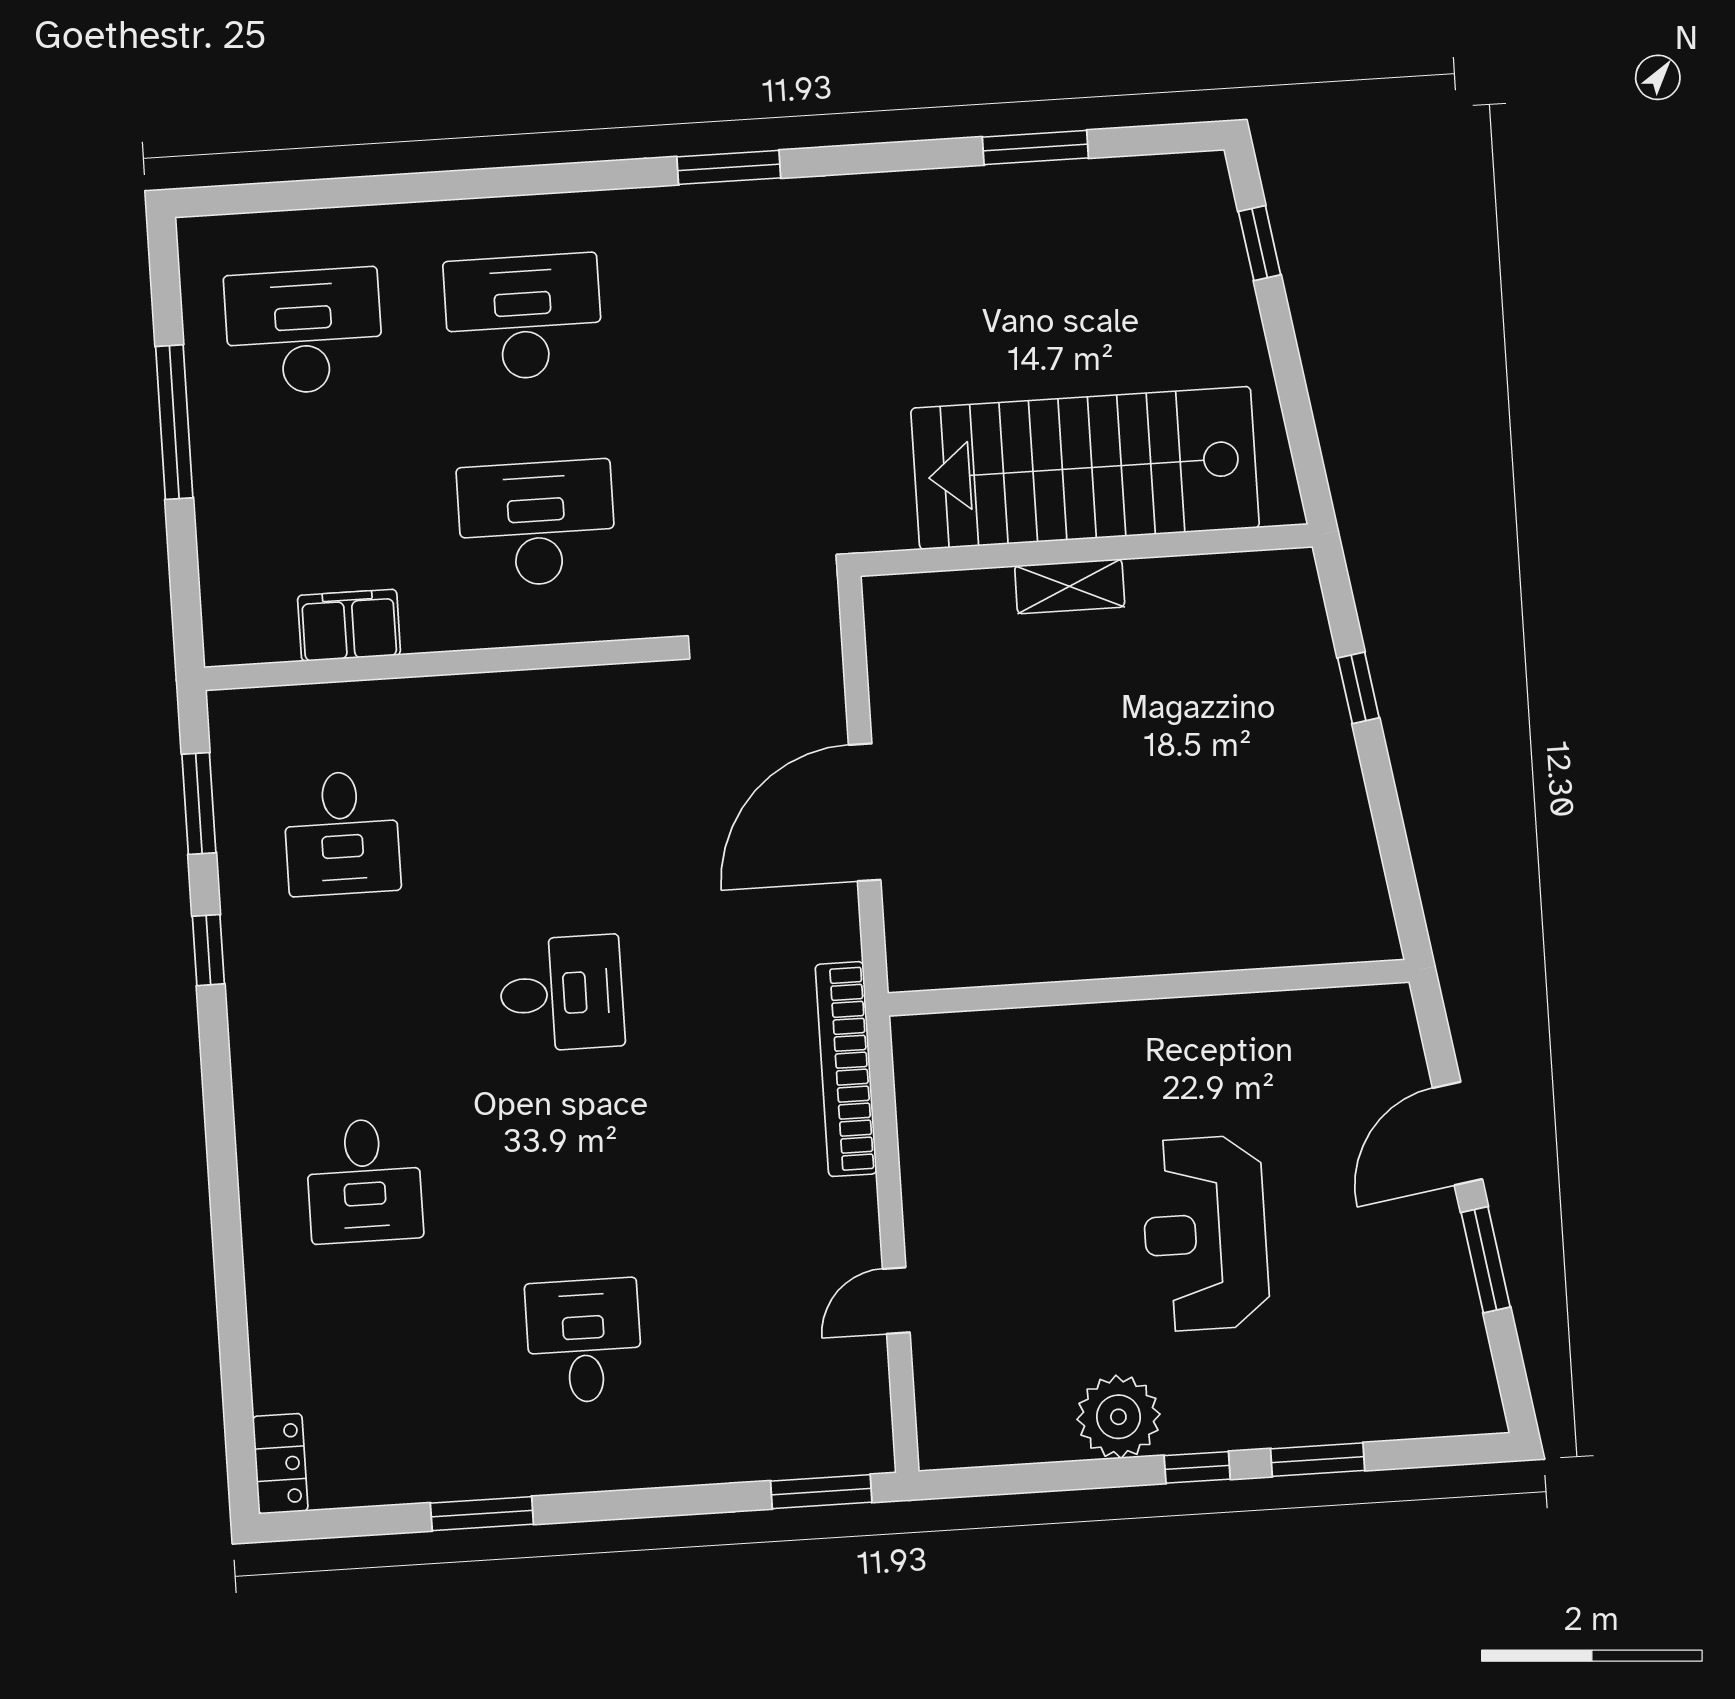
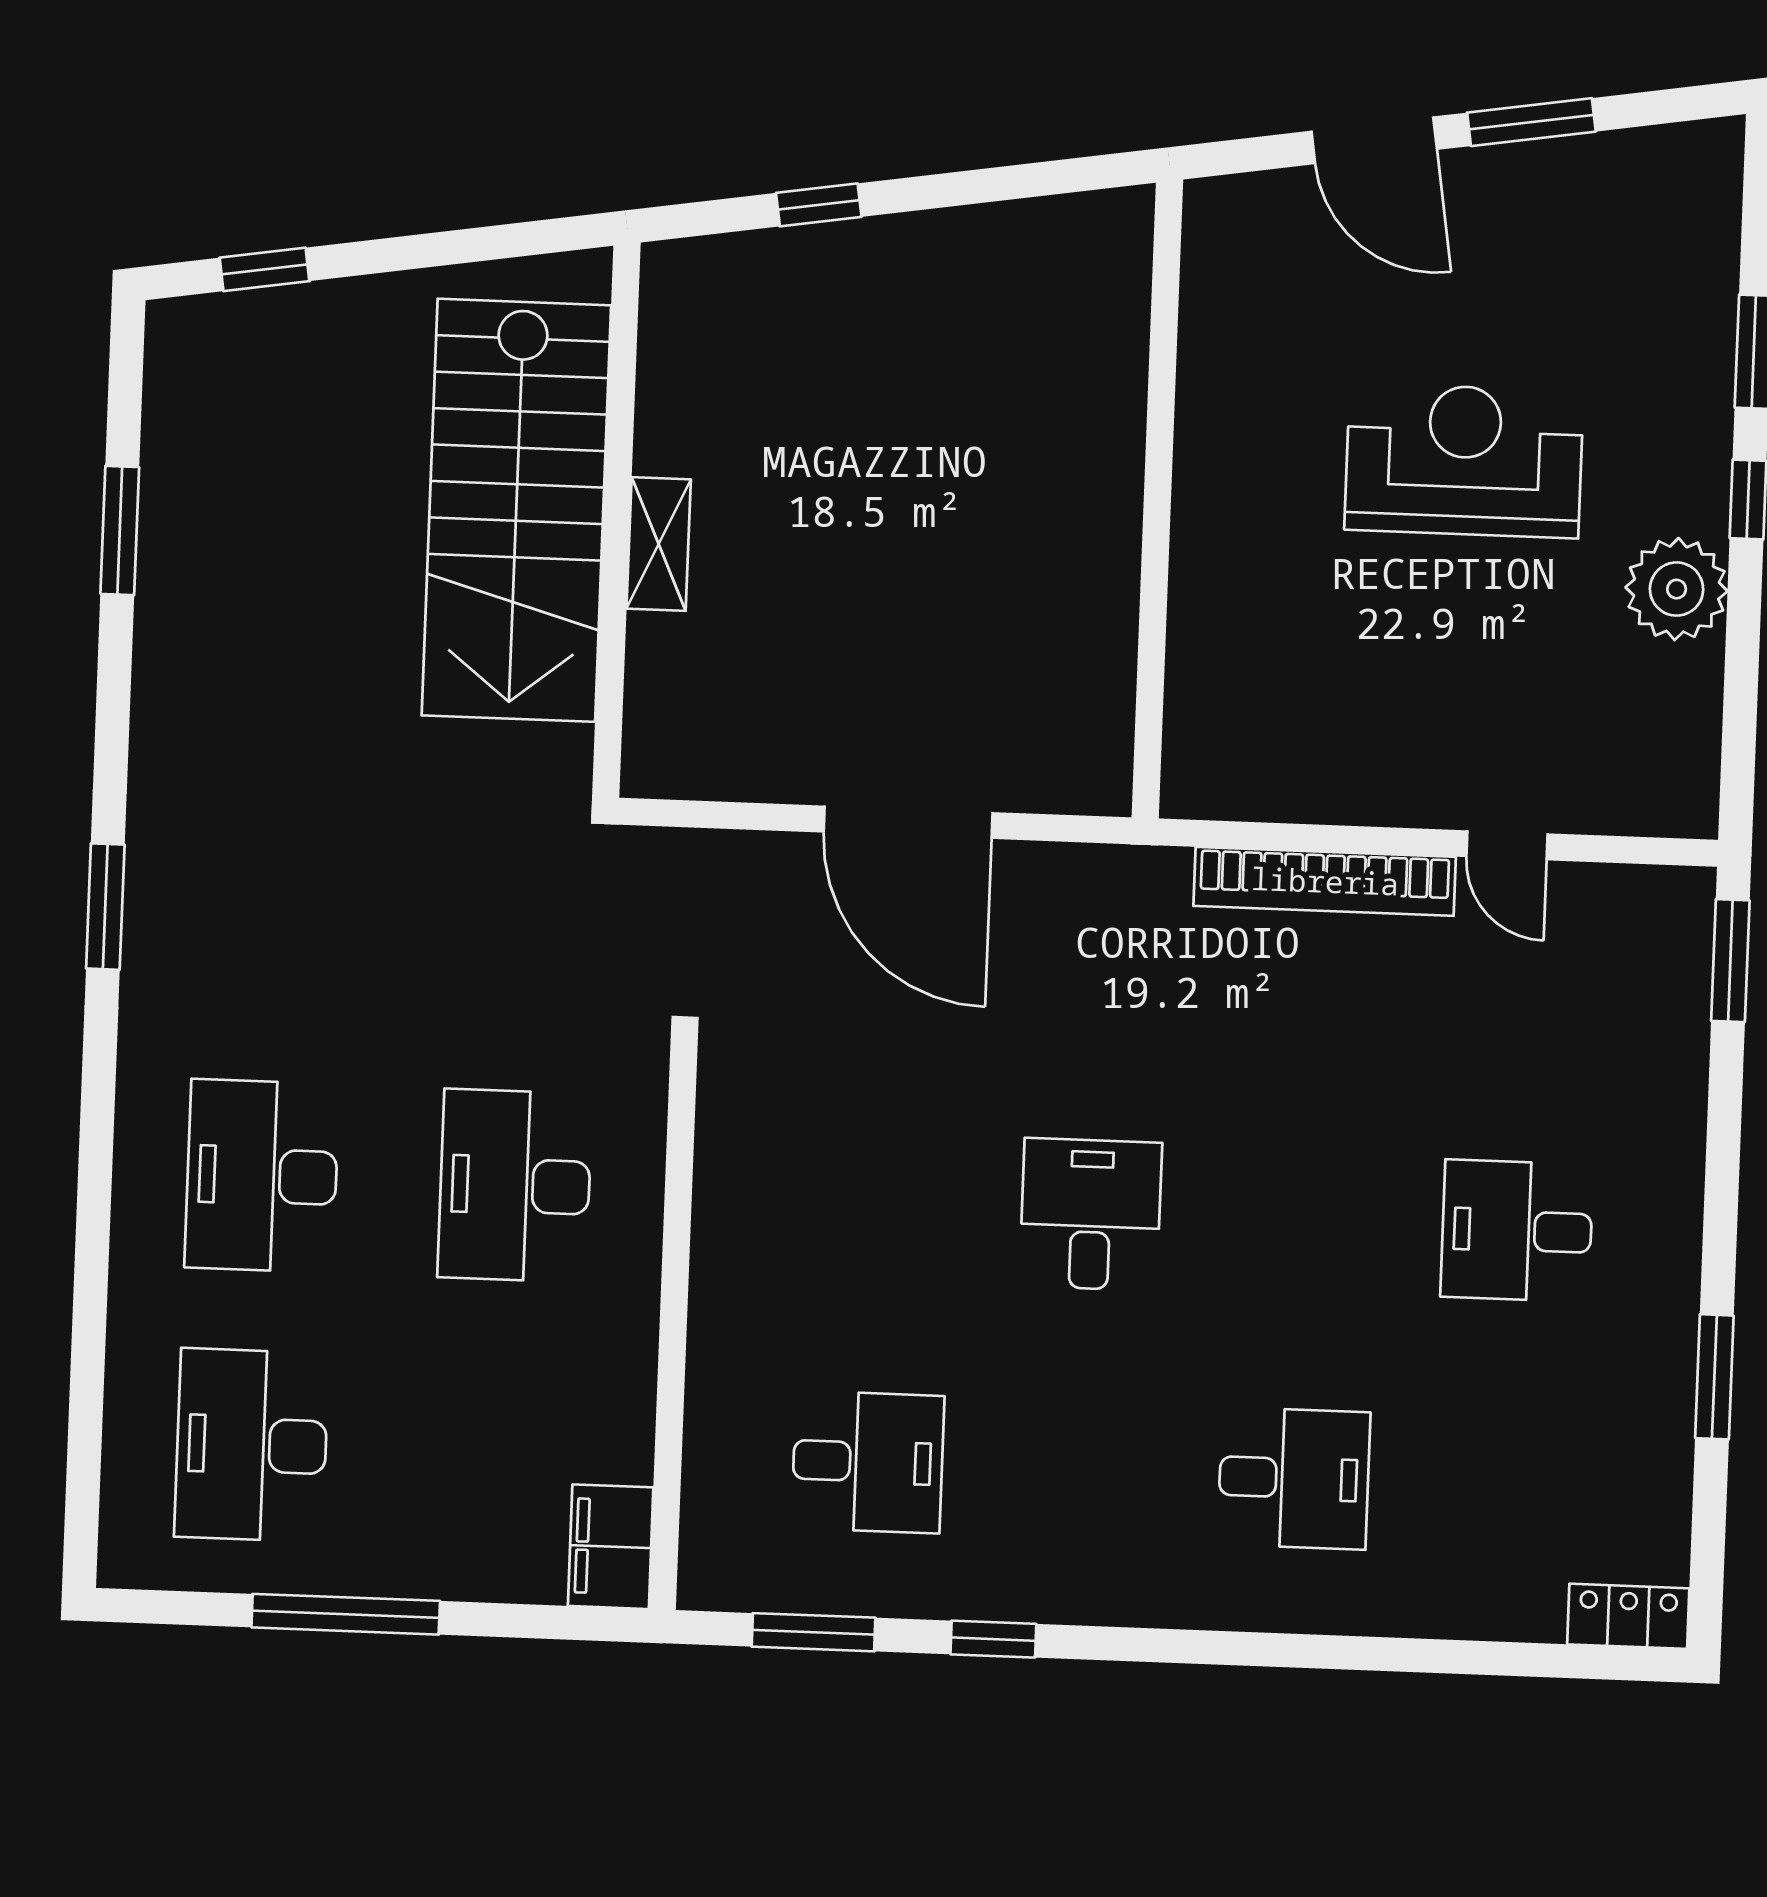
filing cabinet: (349, 625) -> (611, 1547), moved
bookcase: (846, 1069) -> (1325, 881), moved
reception desk: (1205, 1233) -> (1464, 460), turned 180

